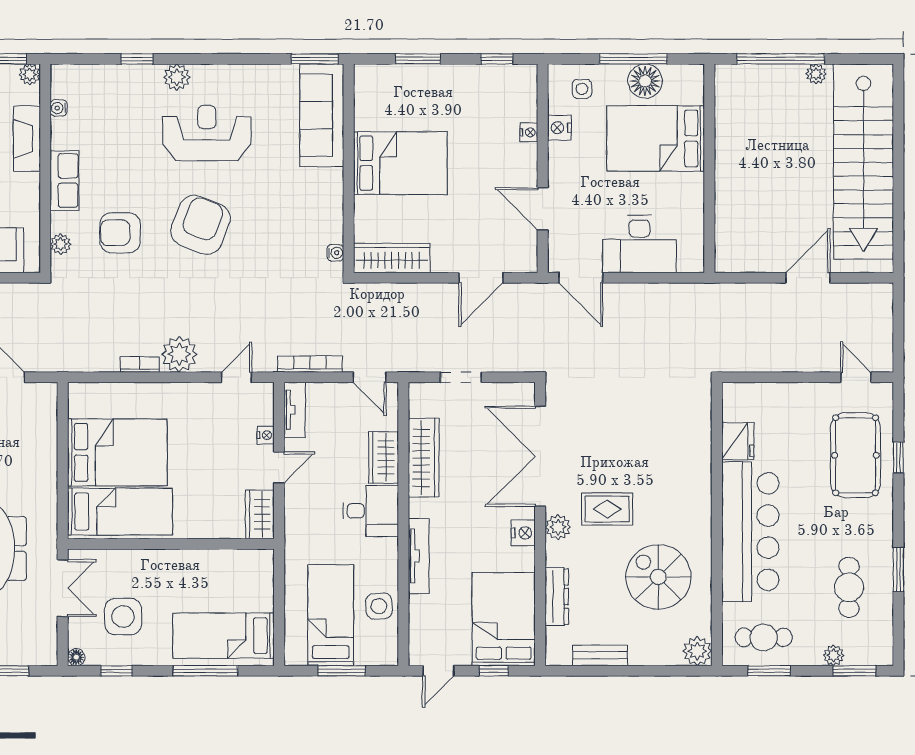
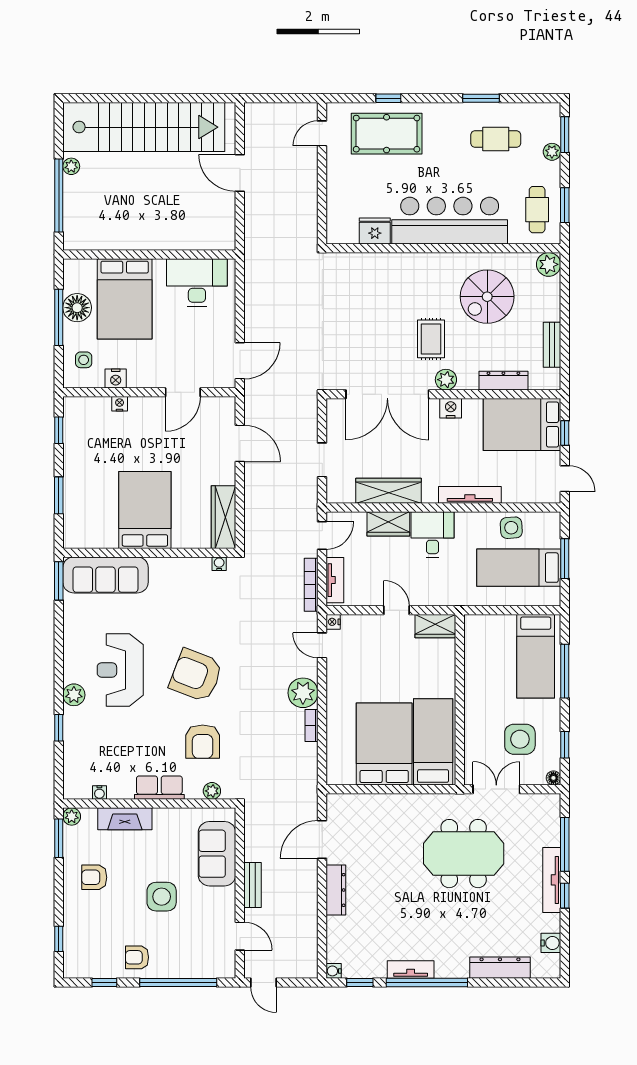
desk: (639, 244) -> (197, 282), moved, turned -90
tv unit: (295, 410) -> (335, 580), moved, turned 90
nightstand: (266, 435) -> (333, 622), moved, turned -90

